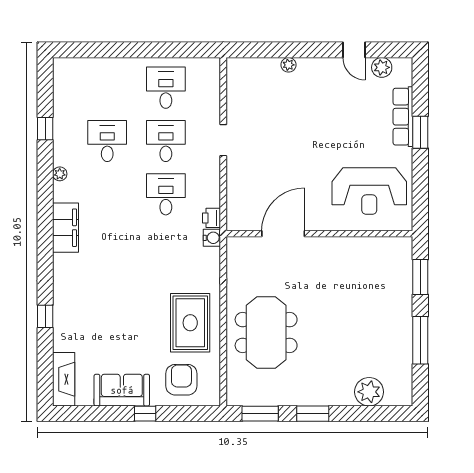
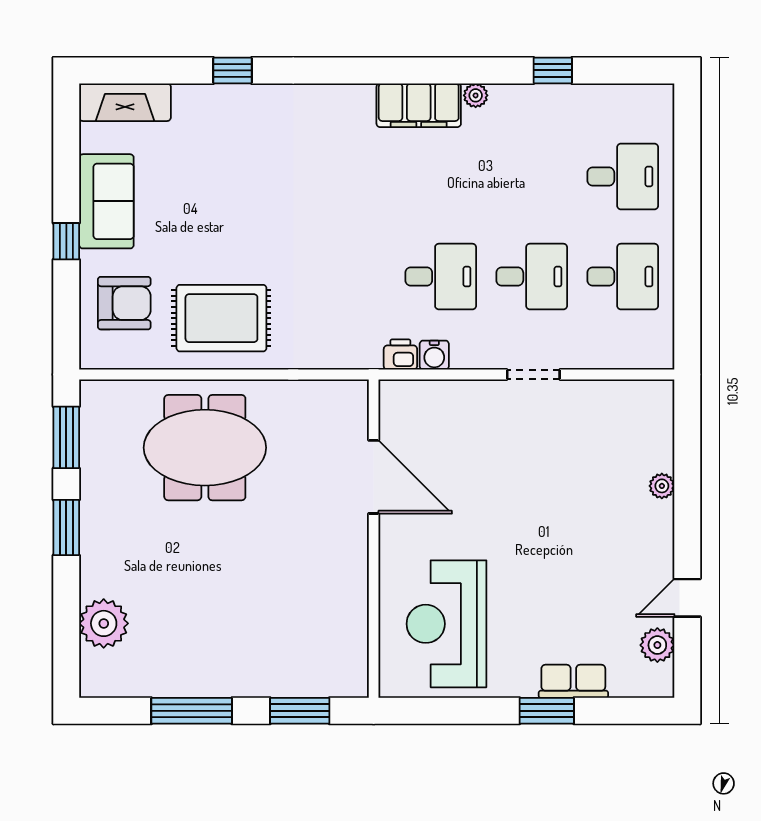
row of seats: (403, 117) -> (573, 681), width x0.68
desk: (107, 141) -> (623, 176), moved
filing cabinet: (65, 228) -> (419, 105), moved
water cooler: (212, 238) -> (434, 355), moved

